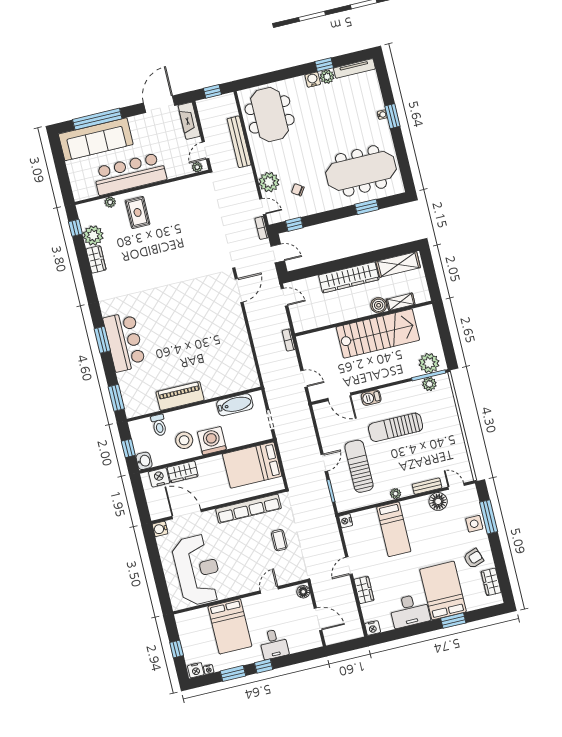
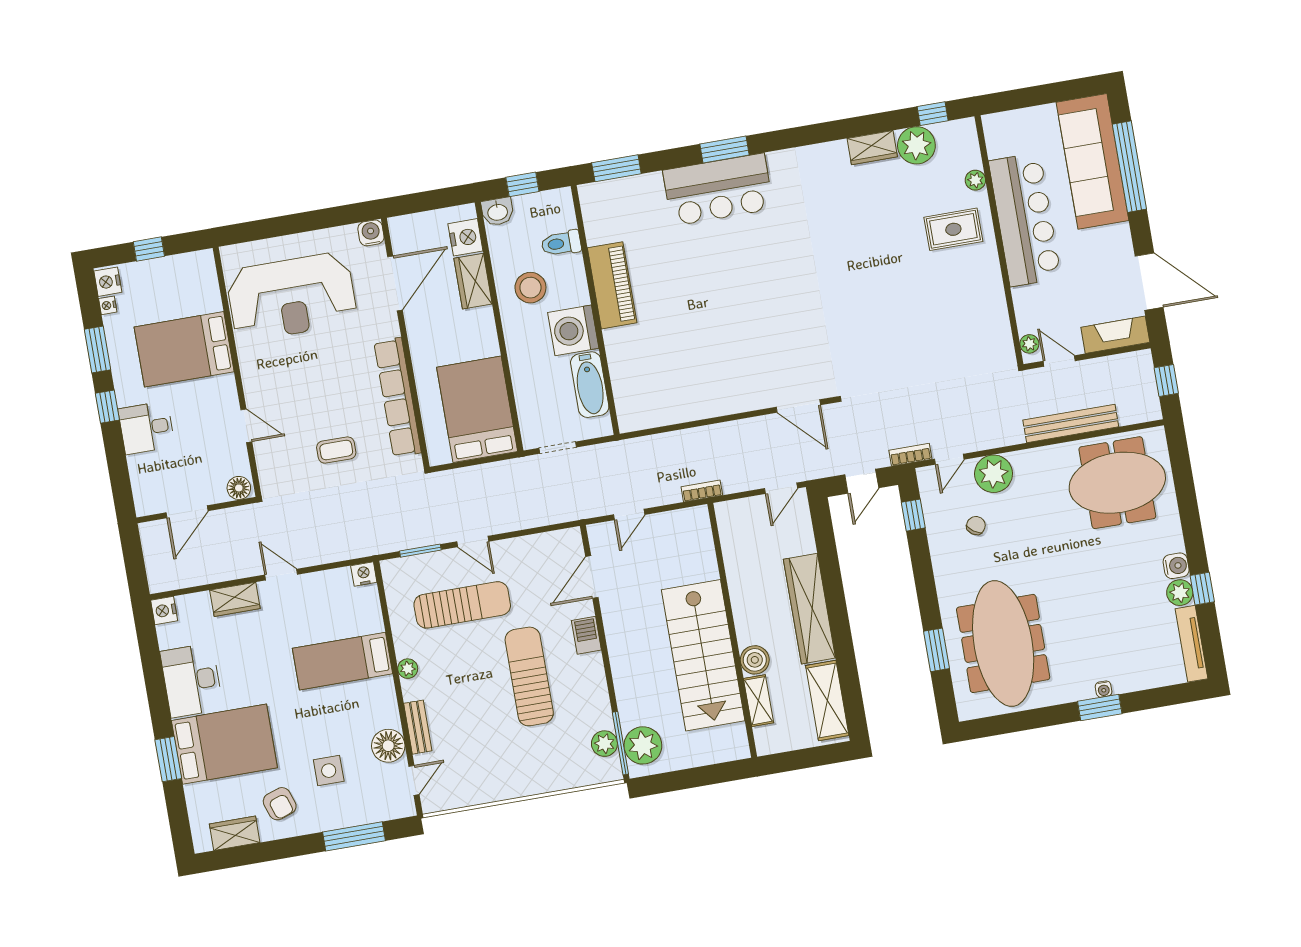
washing machine: (212, 441) -> (573, 330), moved, turned 180
side table: (474, 524) -> (329, 771), moved

